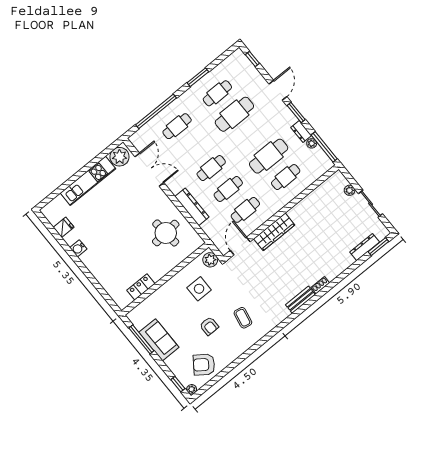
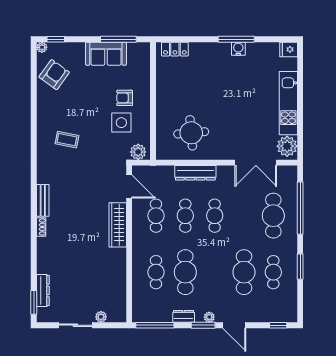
cafe table: (177, 126) -> (273, 216), width x1.37, depth x1.35
plant: (312, 143) -> (209, 317), moved
fridge: (64, 227) -> (289, 49), moved, turned 90
window: (73, 255) -> (236, 39), added
locker: (141, 287) -> (175, 49), moved, turned 90
armchair: (209, 326) -> (125, 98), moved

